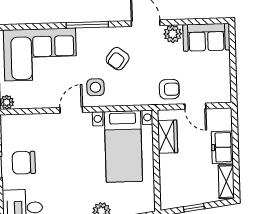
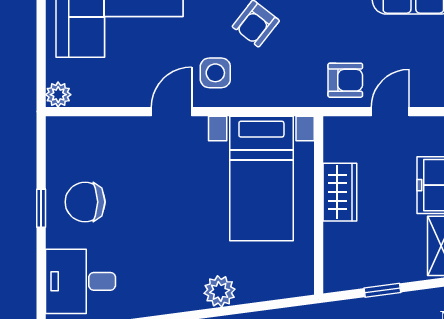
door: (195, 106) -> (390, 112), swing flipped
wardrobe: (168, 137) -> (340, 192), moved

